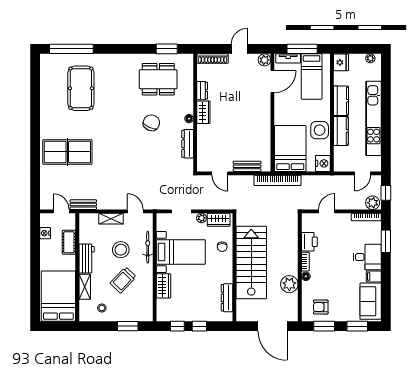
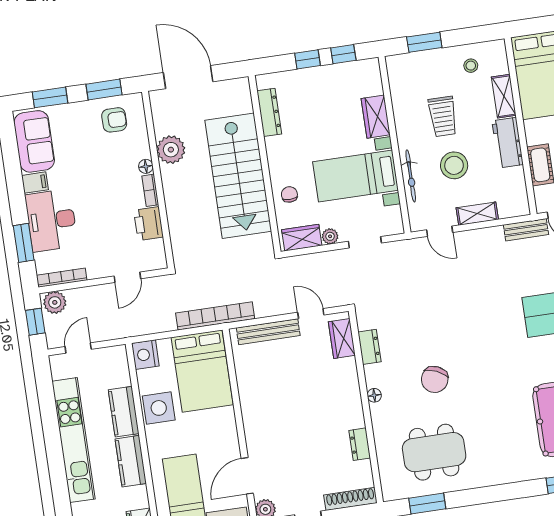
wardrobe: (203, 112) -> (342, 338), moved
dresser: (188, 144) -> (369, 347), width x0.70
bench: (247, 166) -> (268, 332), width x1.36
desk: (367, 257) -> (51, 220), width x1.37
trolley: (123, 280) -> (443, 116), turned 136

